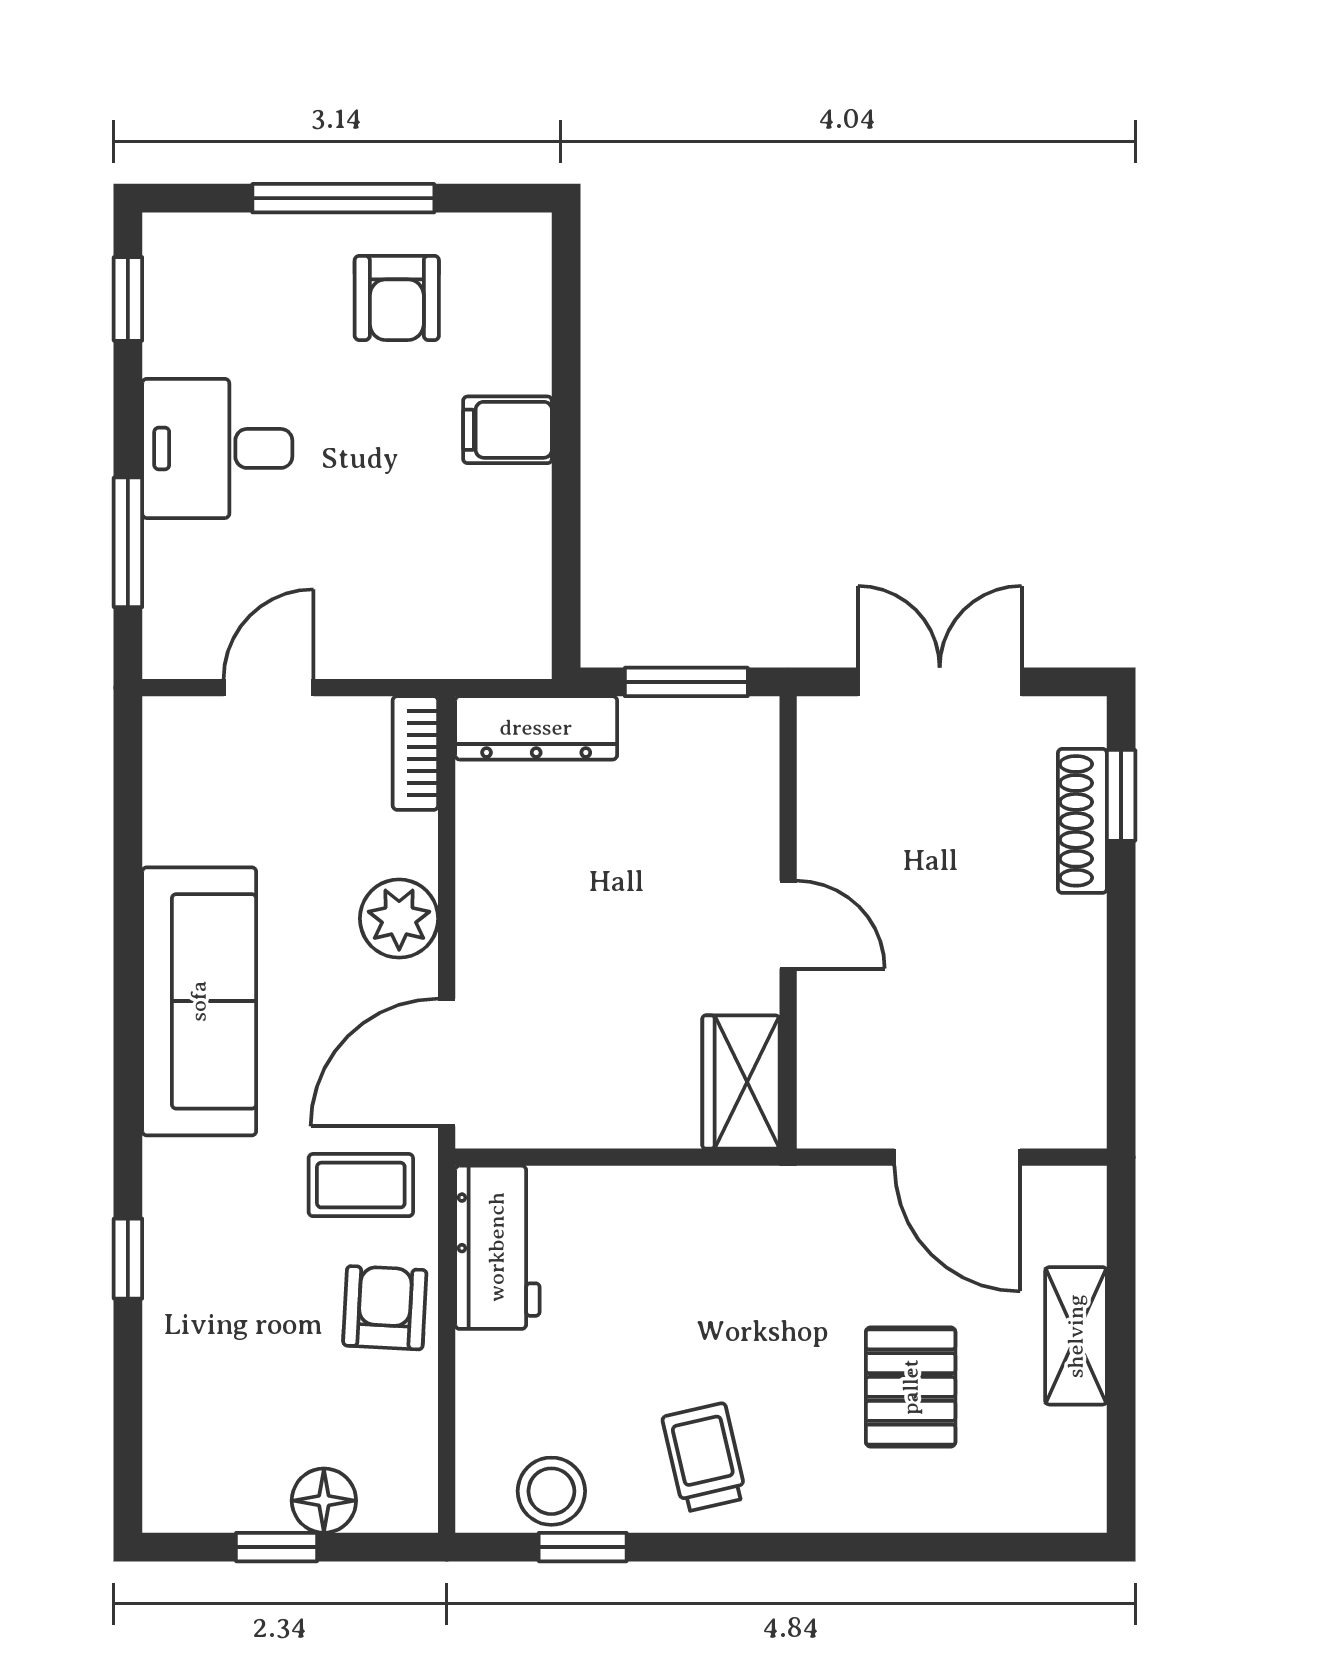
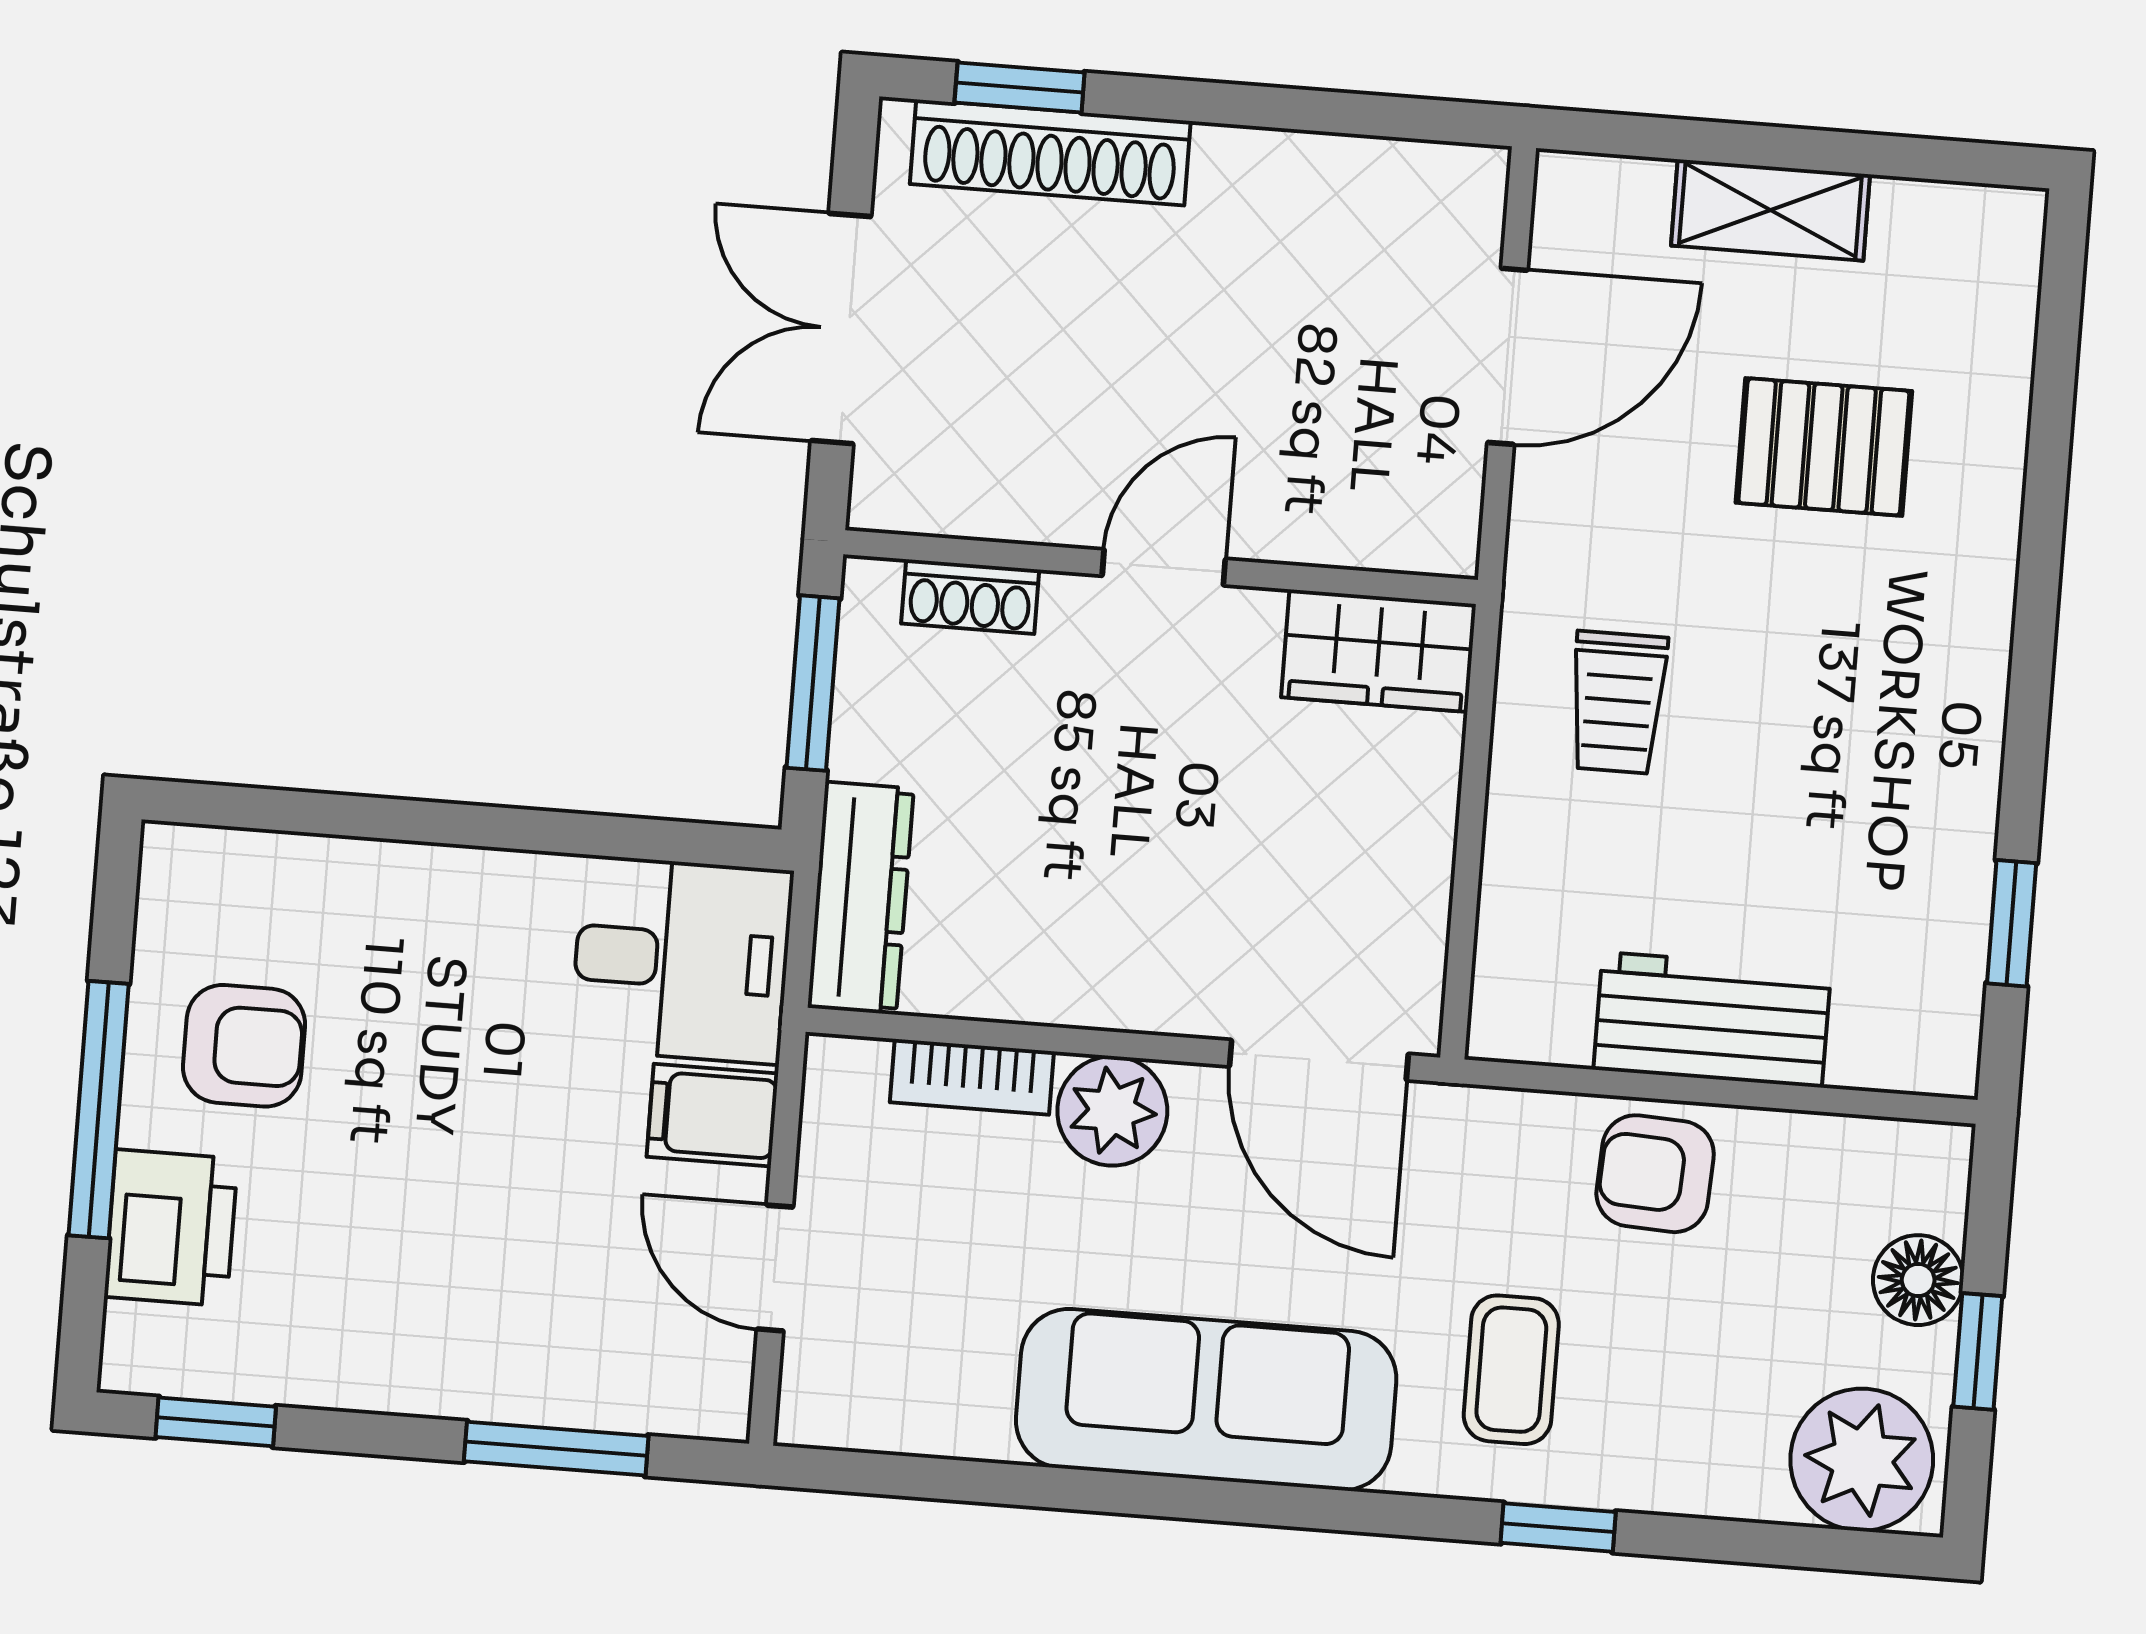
printer: (263, 256) -> (171, 1228), added
filing cabinet: (508, 430) -> (712, 1115), moved, turned 90
desk: (217, 448) -> (682, 960), moved, turned -90
bookcase: (415, 753) -> (972, 1077), moved
shoe rack: (757, 789) -> (970, 597), added
shoe rack: (1082, 821) -> (1050, 152), width x1.36, depth x1.24
coffee table: (361, 1185) -> (1511, 1370), moved
workbench: (497, 1247) -> (1712, 1020), moved
trolley: (704, 1457) -> (1618, 702), moved, turned -77
plant: (193, 1471) -> (1862, 1460), added
stool: (551, 1491) -> (1930, 961), removed

